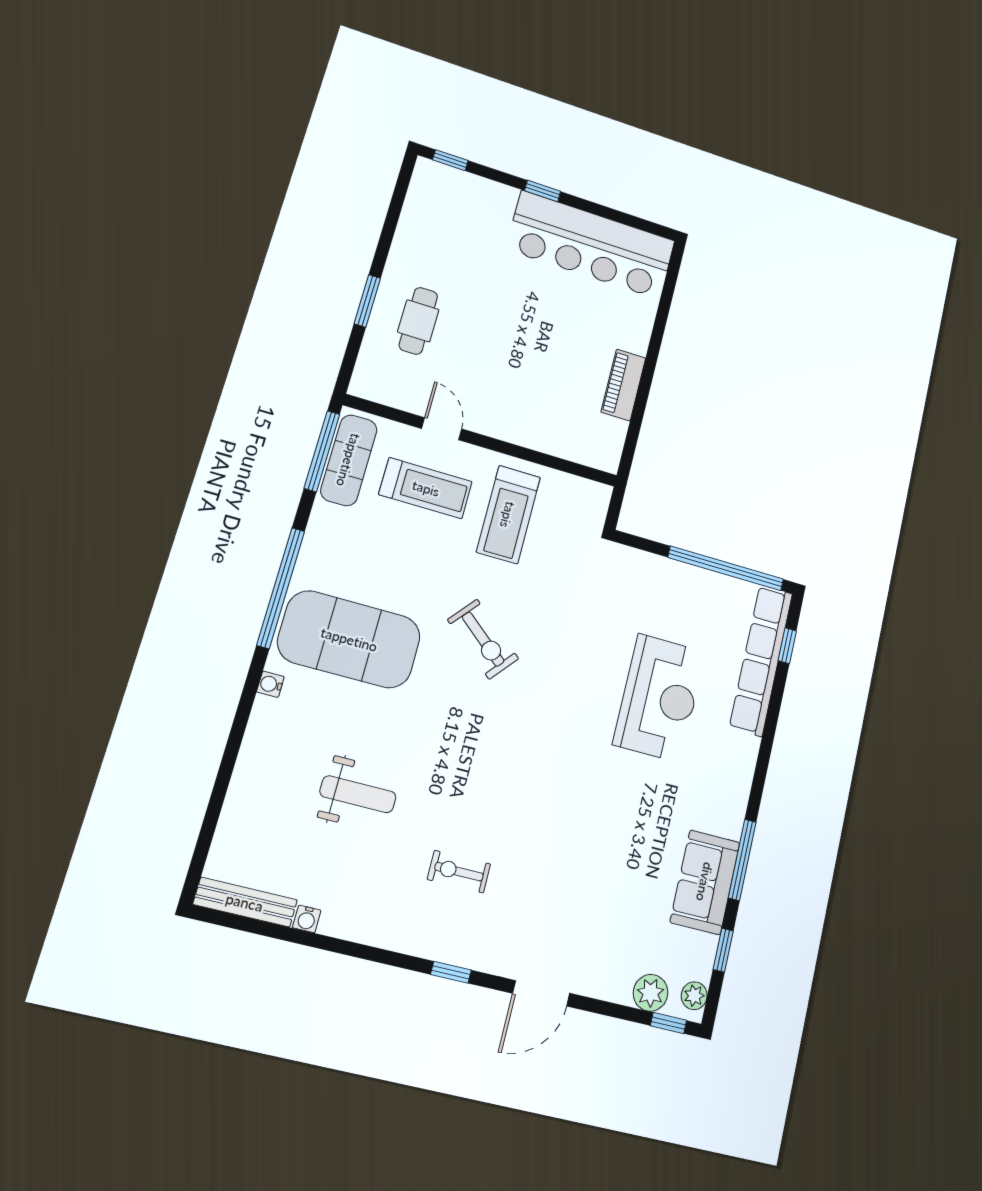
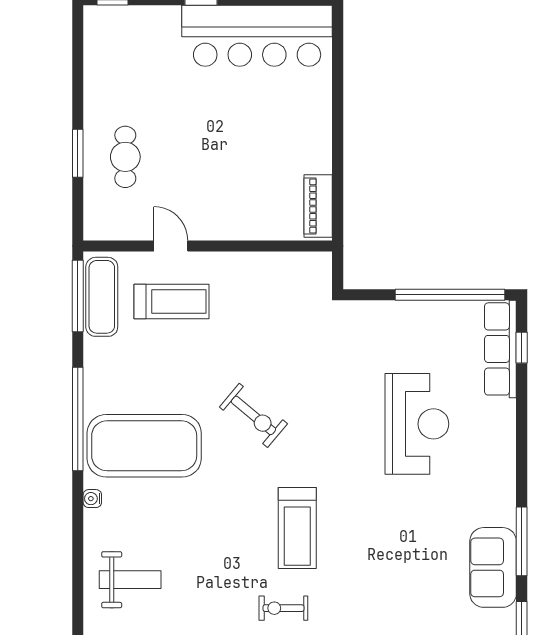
piano: (623, 385) -> (318, 206), moved
treadmill: (508, 515) -> (297, 528), moved
row of seats: (761, 660) -> (500, 349), width x0.73
weight bench: (358, 794) -> (130, 580), moved

